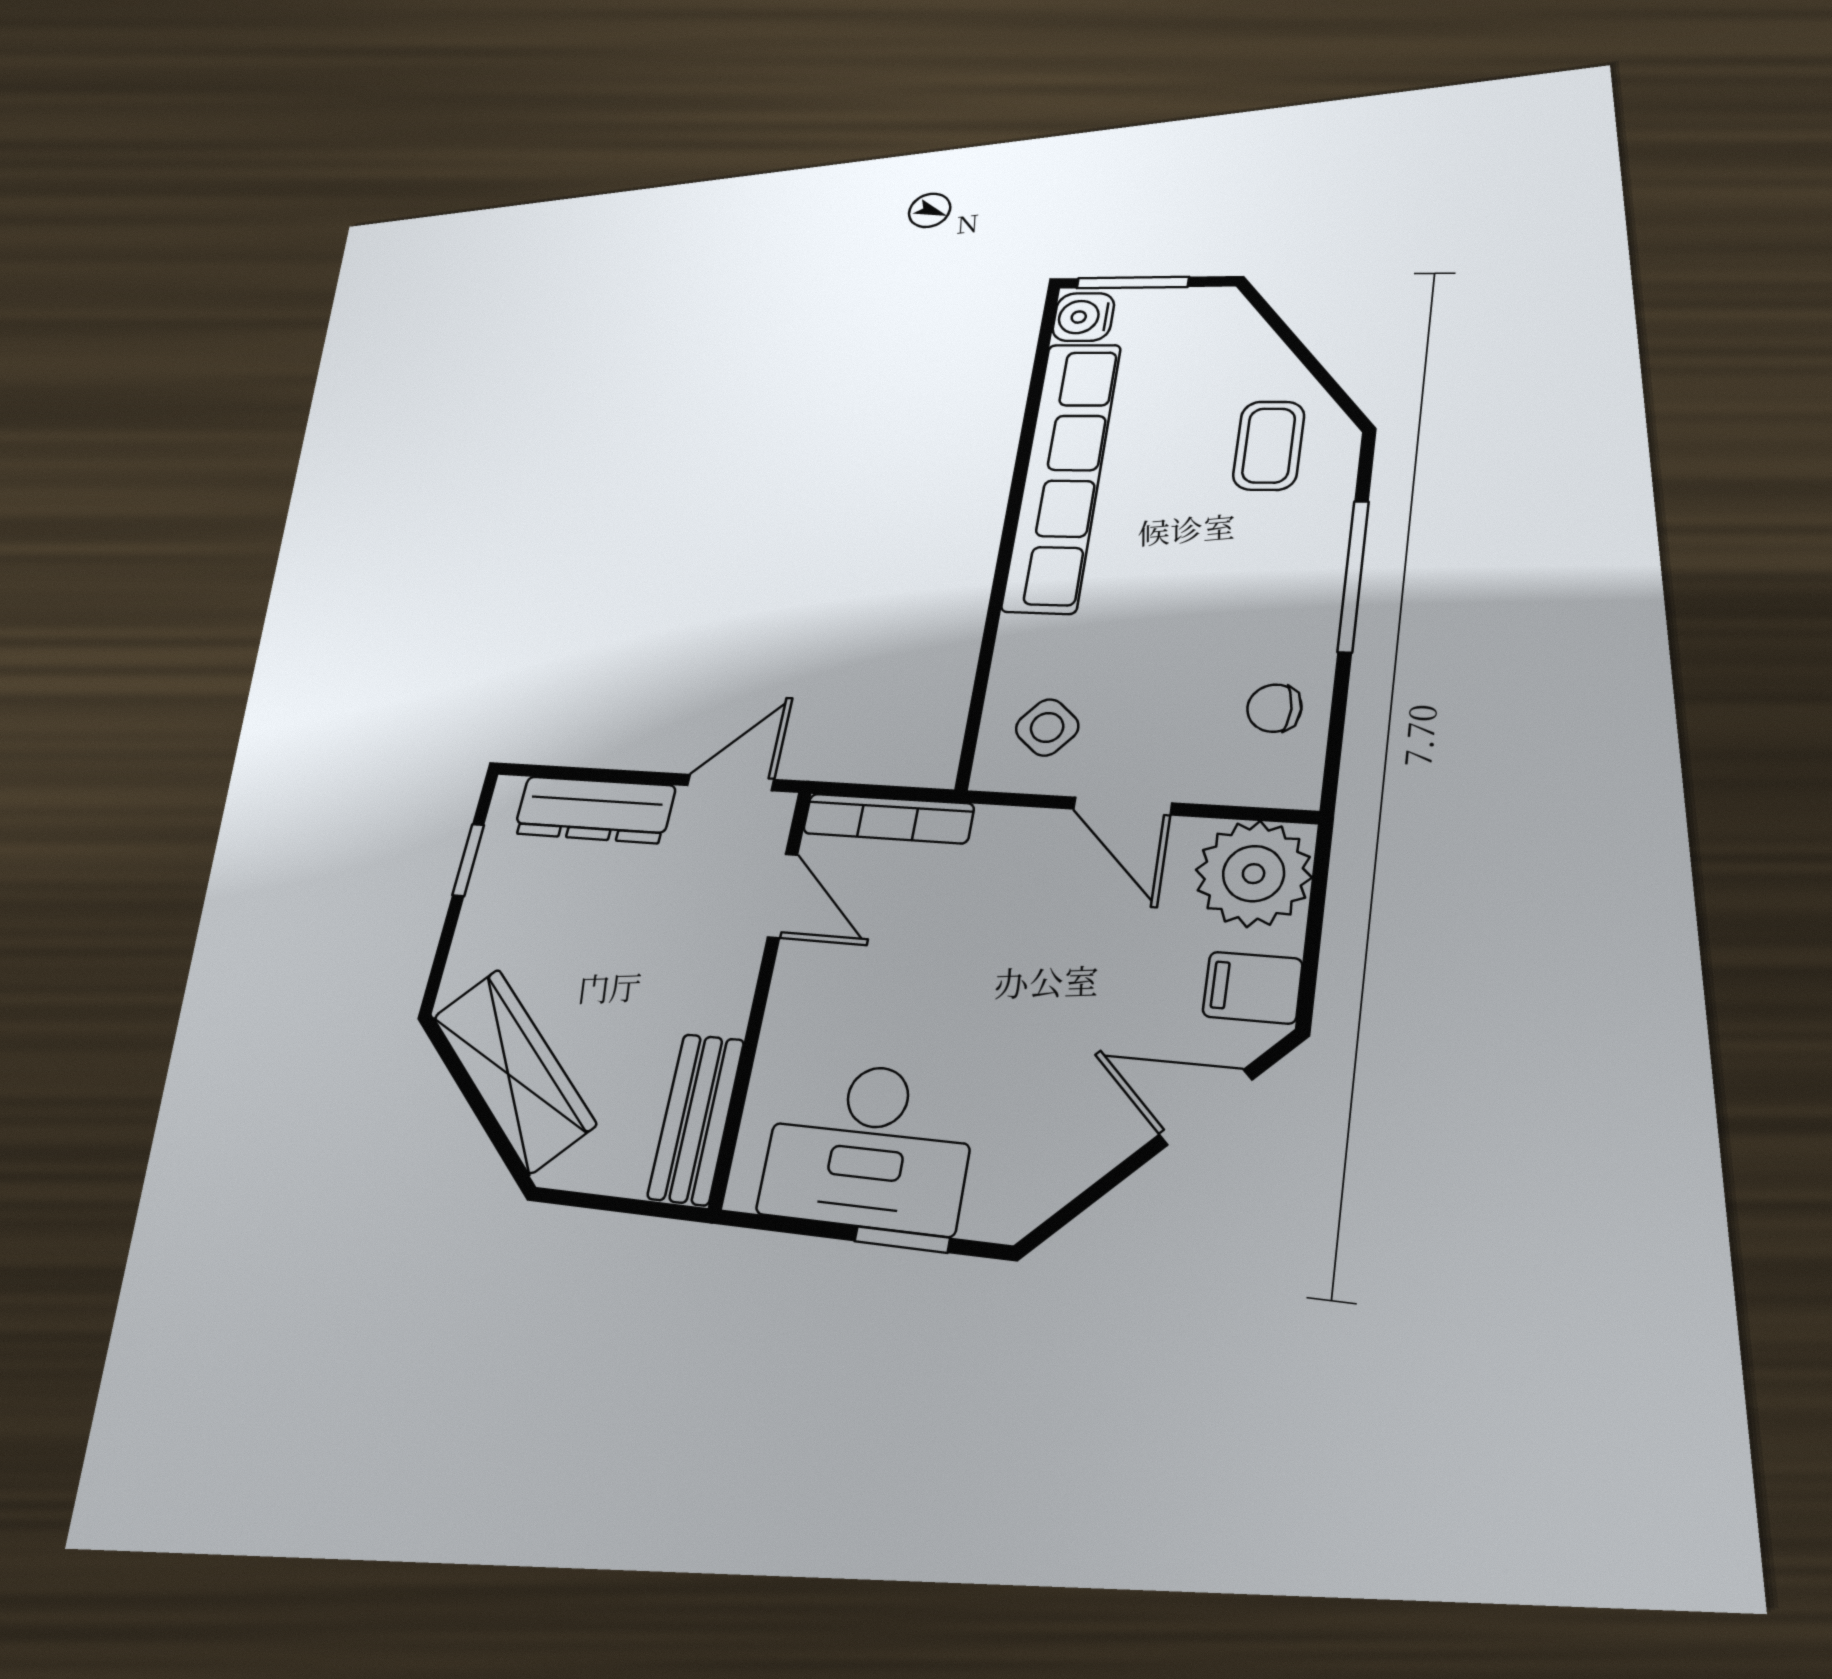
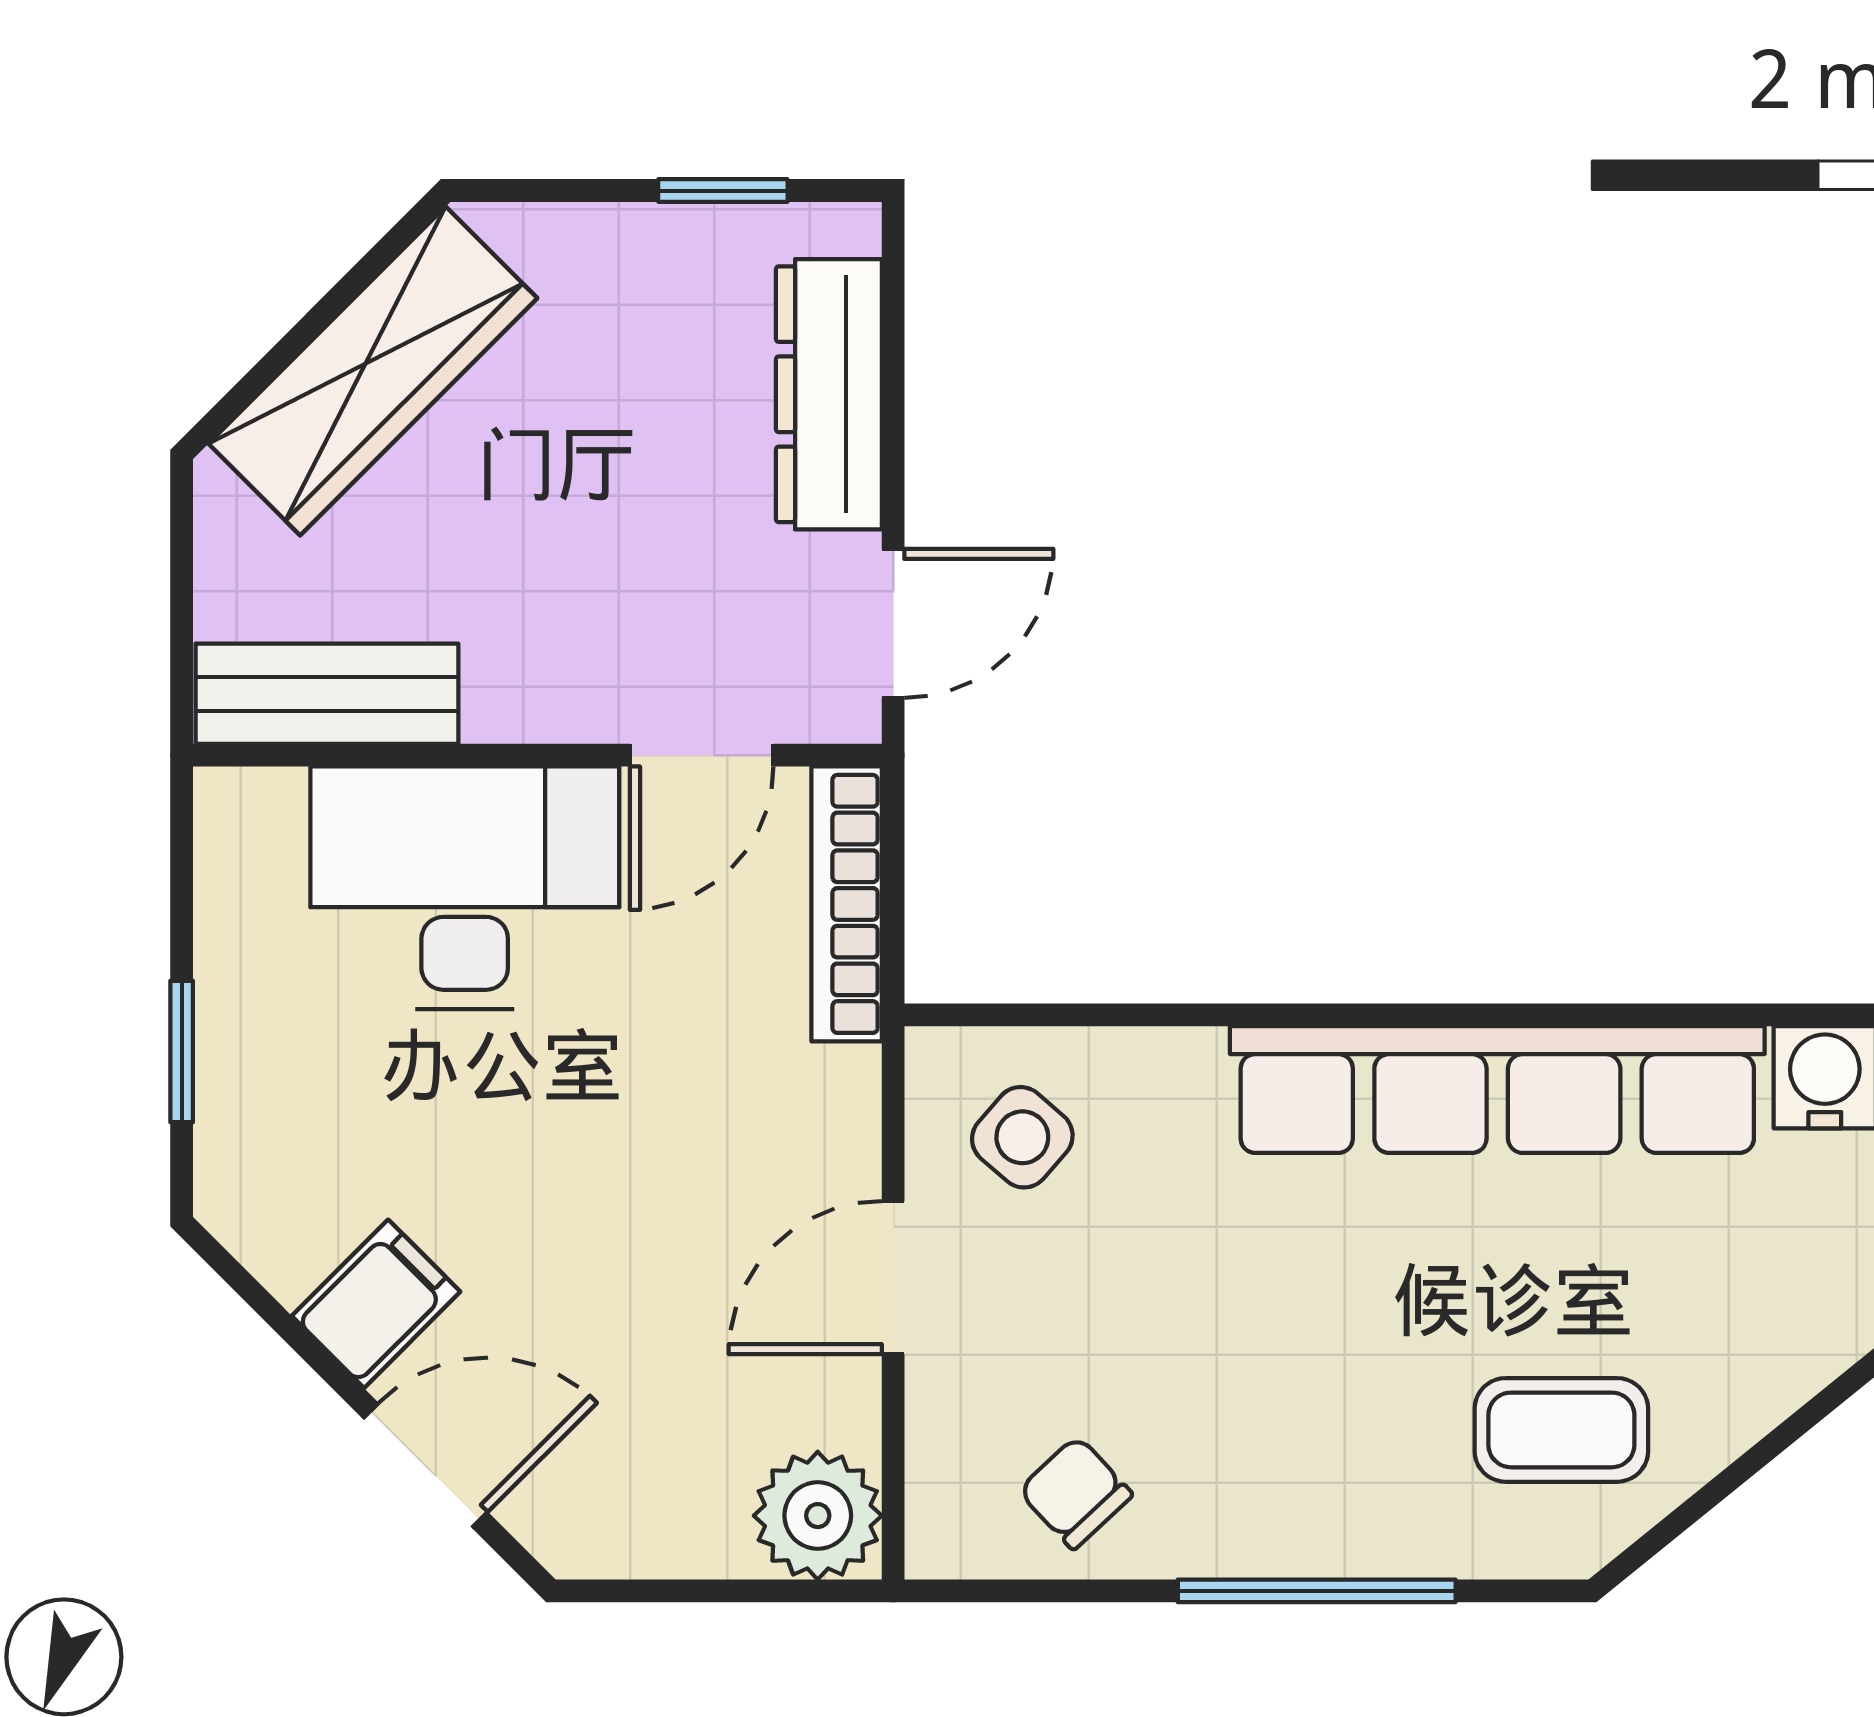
chair: (1274, 708) -> (1075, 1493), turned -43
door: (731, 783) -> (893, 623), hinge flipped
plant: (1254, 874) -> (818, 1516), width x0.73, depth x0.73
filing cabinet: (1253, 988) -> (376, 1304), moved, turned 45
door: (1206, 1107) -> (425, 1465), hinge flipped
desk: (869, 1146) -> (465, 888), moved, turned 90

